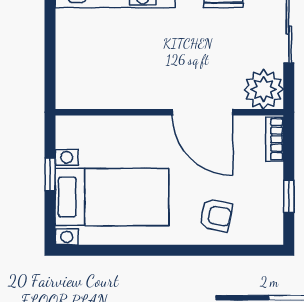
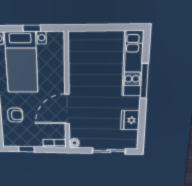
plant: (264, 89) -> (74, 143), width x0.53, depth x0.53
armchair: (216, 215) -> (15, 115), turned -101

